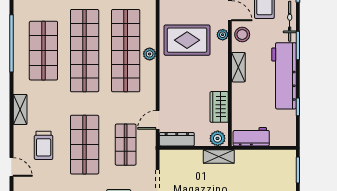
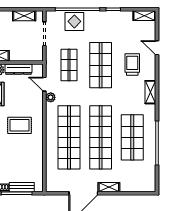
rug: (187, 40) -> (19, 125), moved, width x0.73, depth x0.70
plant: (150, 54) -> (51, 97), moved
door: (158, 120) -> (44, 84), swing flipped
dresser: (177, 139) -> (18, 69), moved

